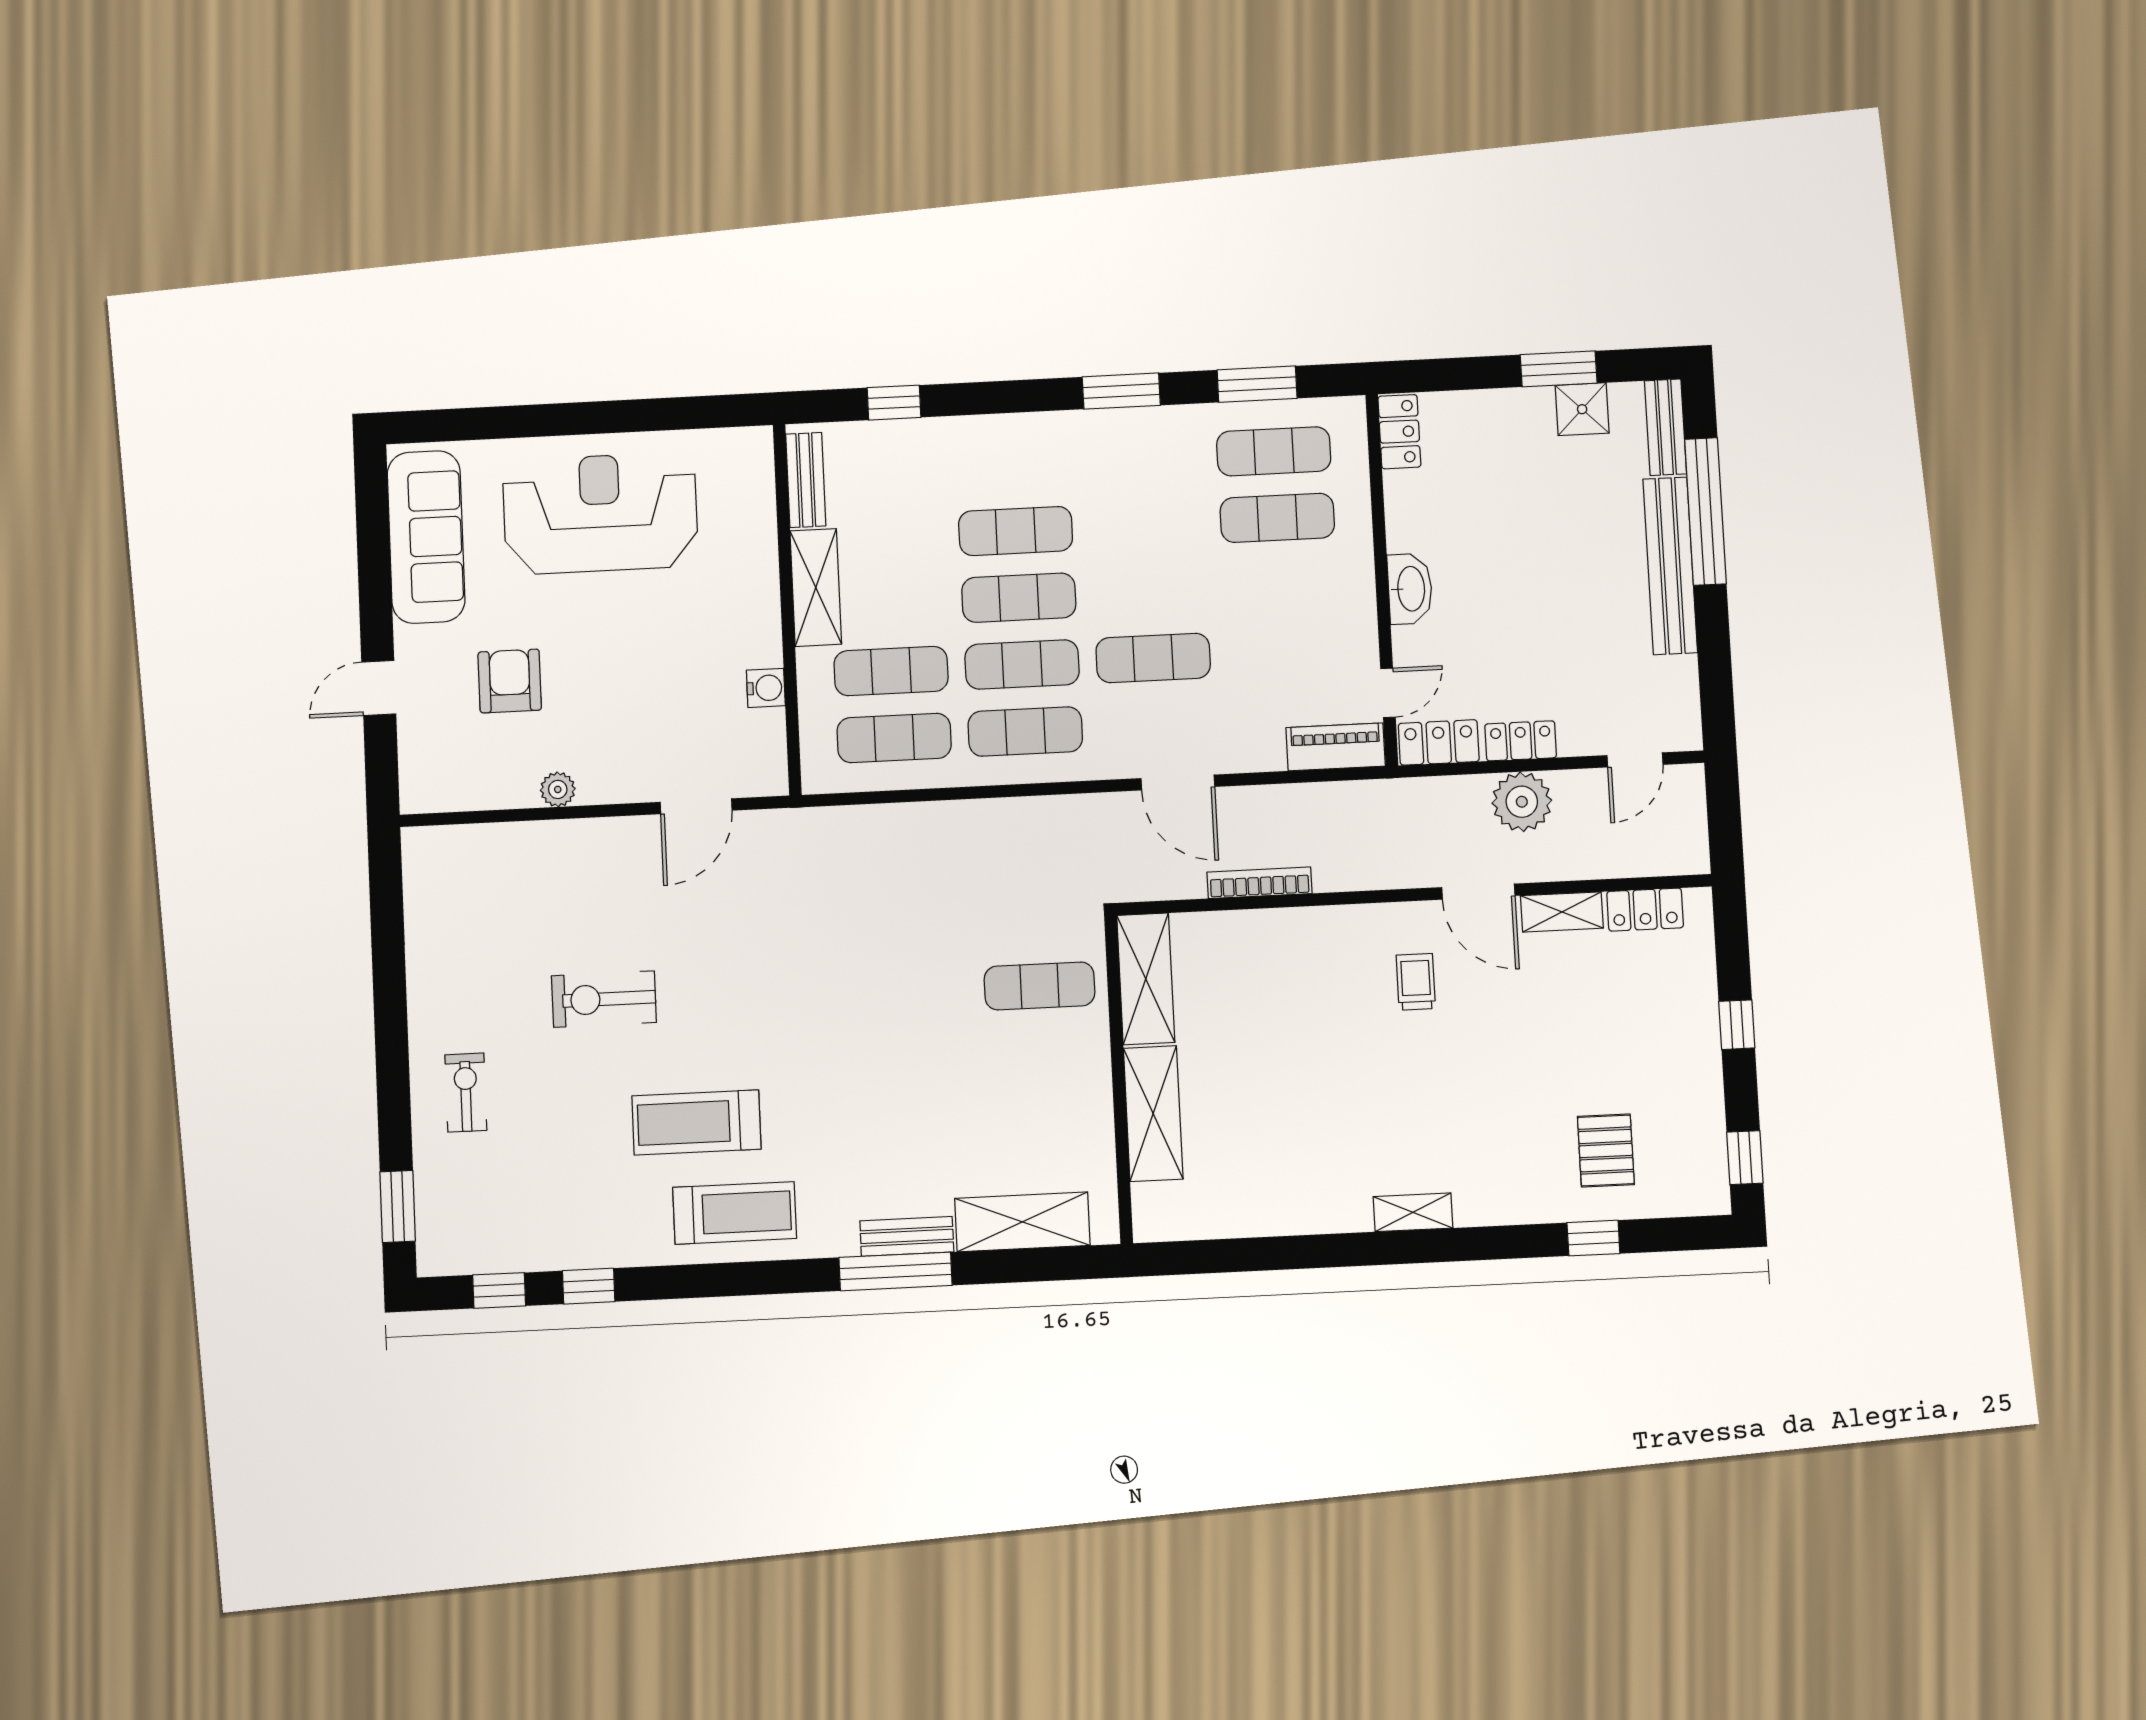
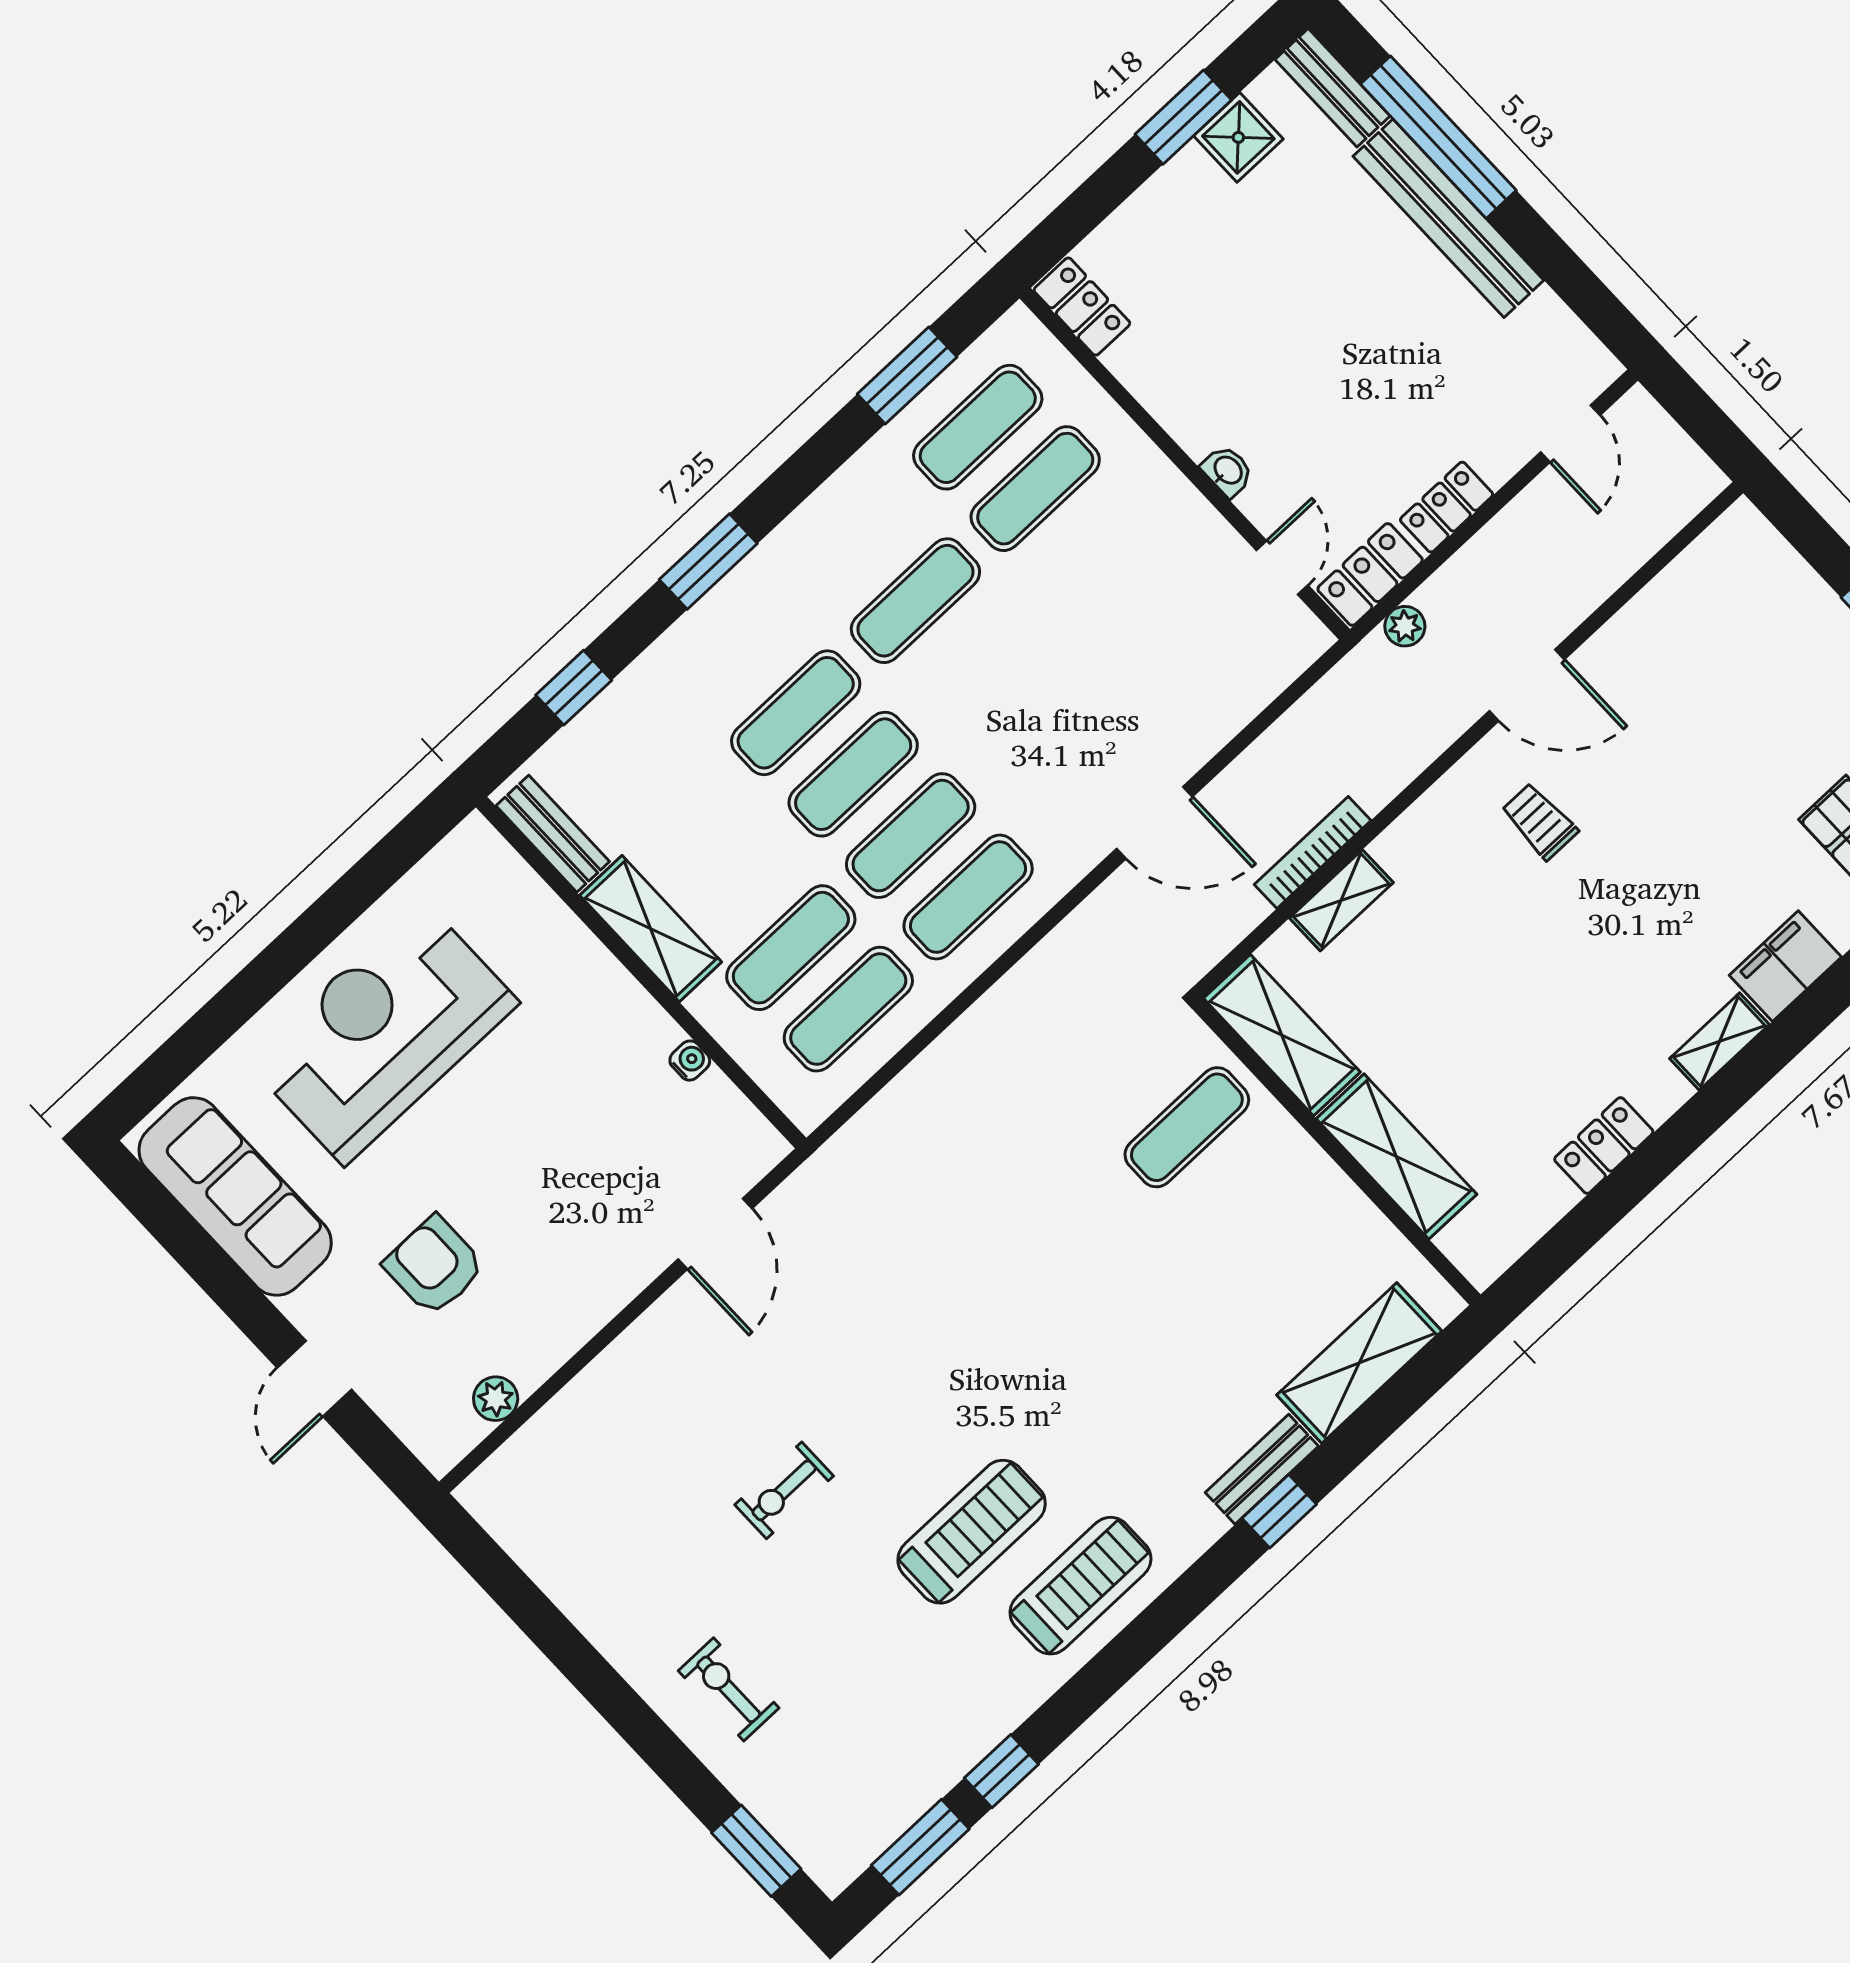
window: (1121, 391) -> (708, 562), moved
washbasin: (1410, 589) -> (1227, 471), width x0.52, depth x0.69
exercise mat: (1153, 658) -> (915, 601), moved
water cooler: (766, 688) -> (690, 1061), width x0.72, depth x0.72
piano: (1336, 747) -> (1276, 662), removed
plant: (558, 789) -> (496, 1399), moved
plant: (1522, 802) -> (1405, 626), moved, width x0.53, depth x0.53
locker: (1645, 910) -> (1604, 1145), moved, turned 180
shelving: (1562, 912) -> (1341, 900), moved
exercise bike: (604, 999) -> (784, 1490), width x0.73, depth x0.72
treadmill: (696, 1122) -> (972, 1532), turned 180
filing cabinet: (1493, 1200) -> (1785, 966), added
window: (896, 1271) -> (1279, 1511), width x0.46
window: (499, 1290) -> (920, 1847), width x1.50

